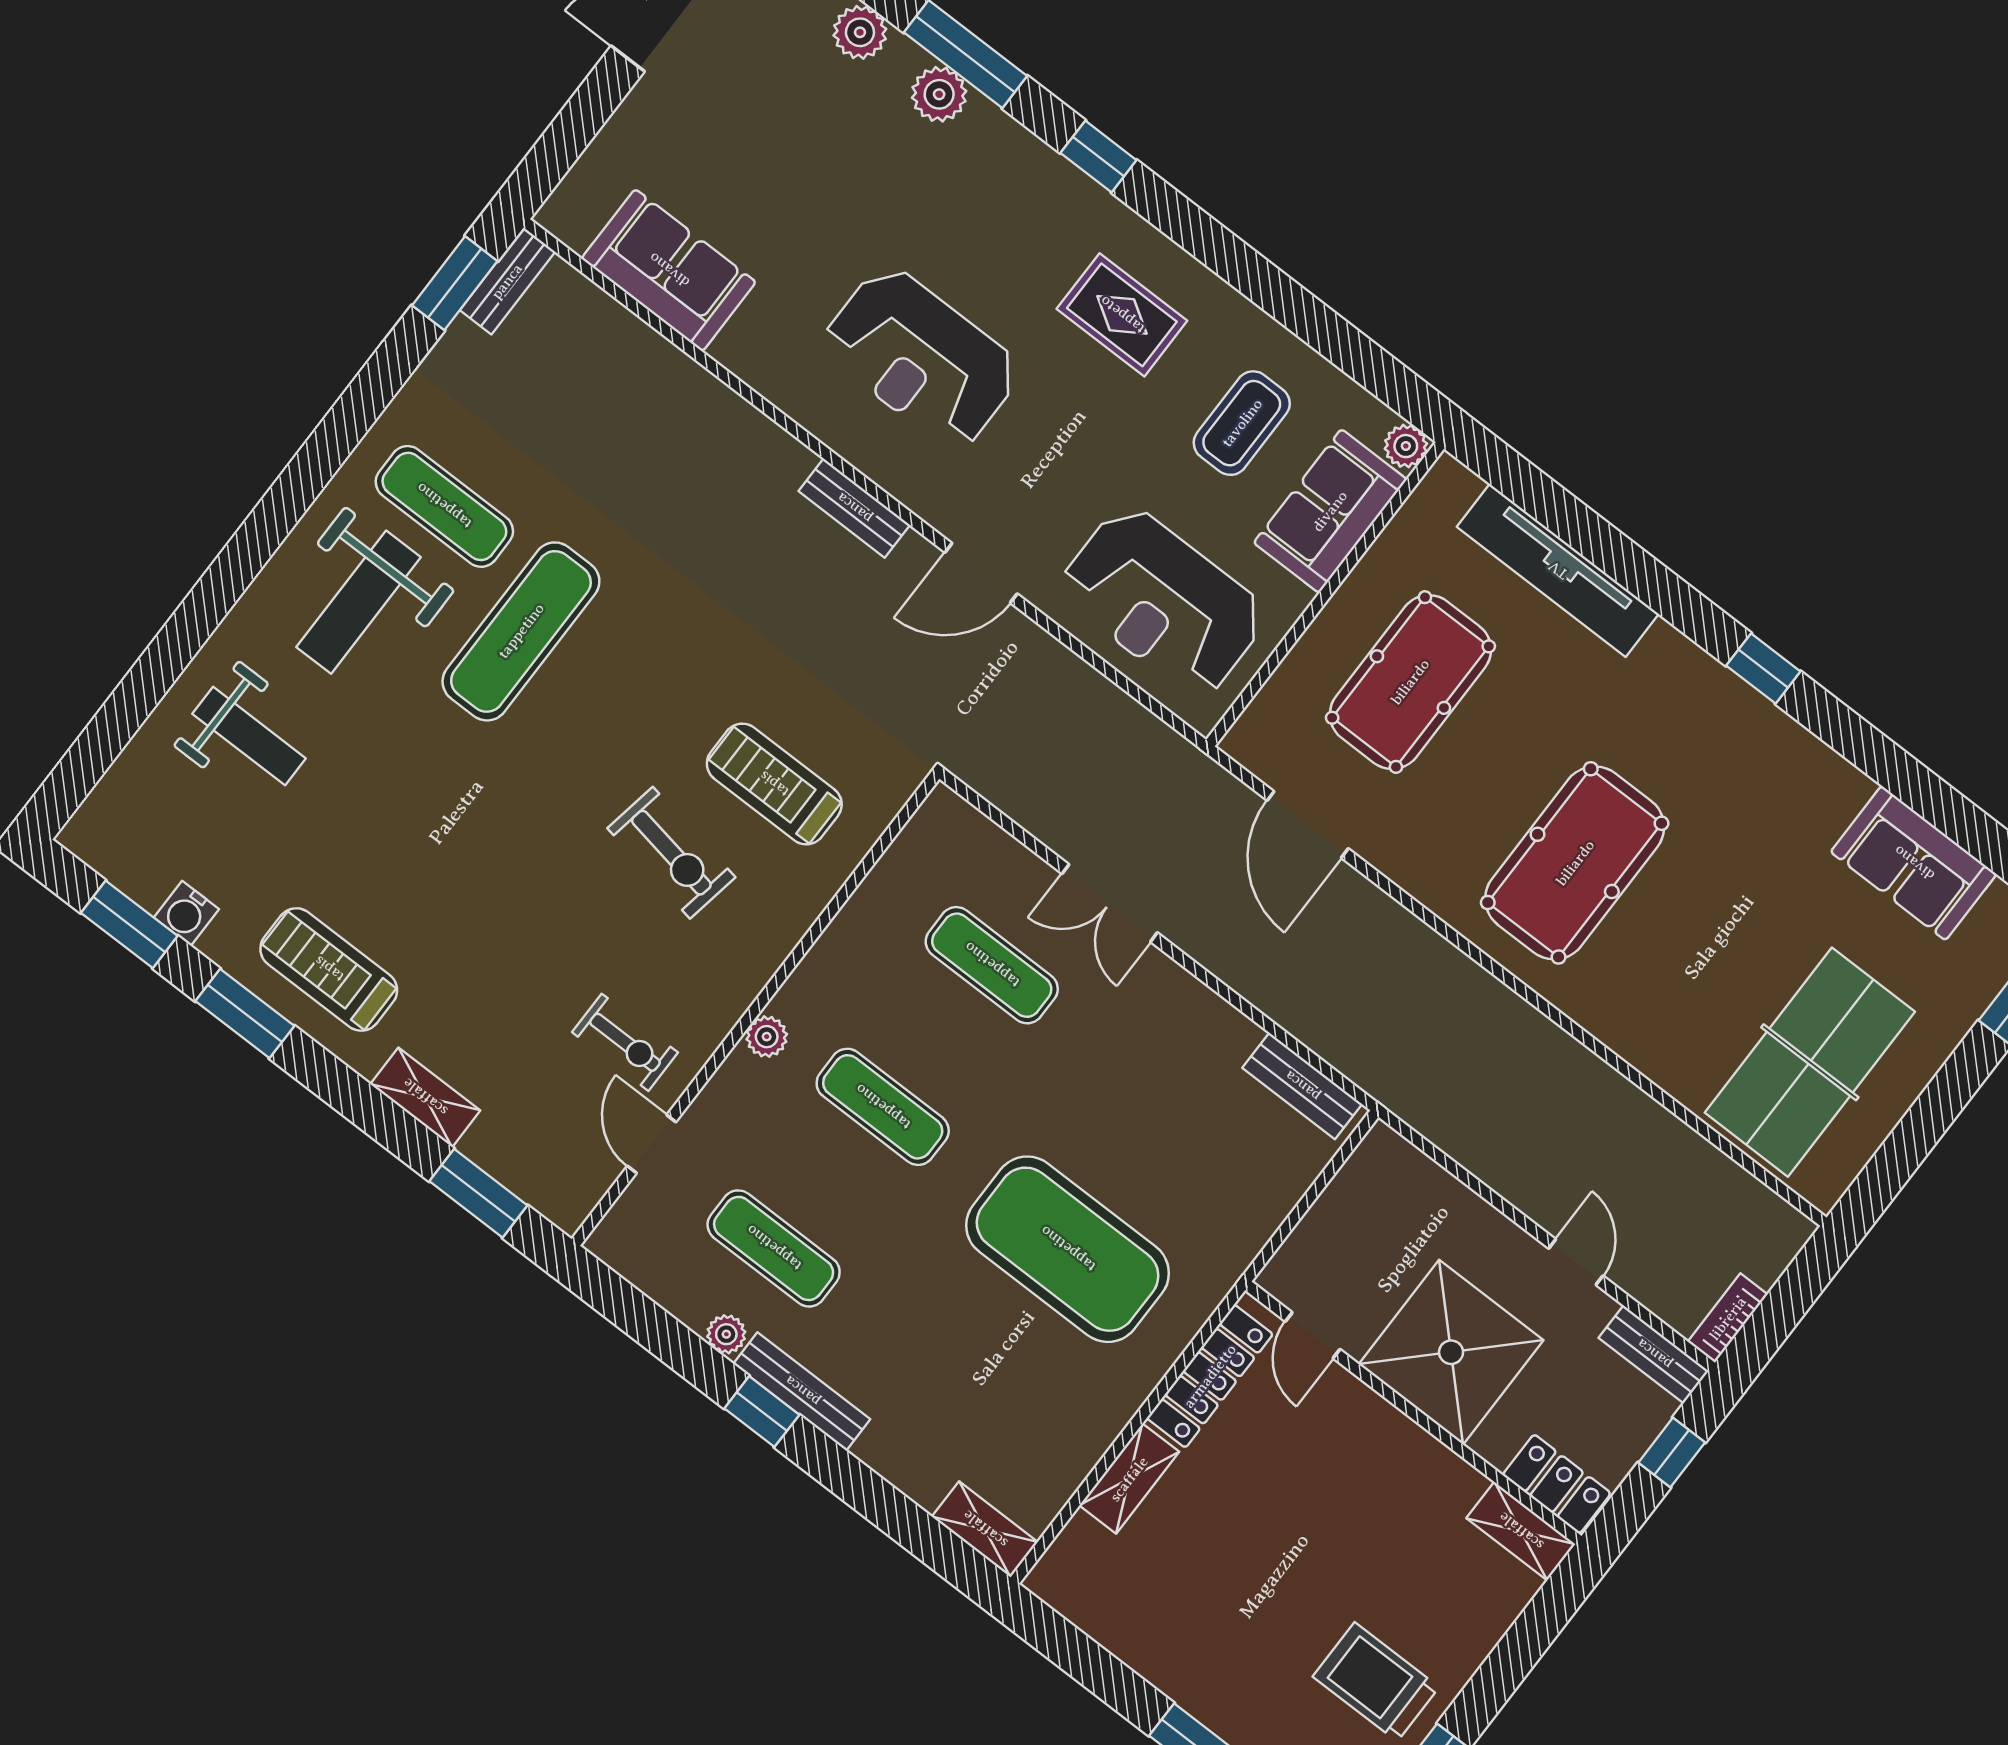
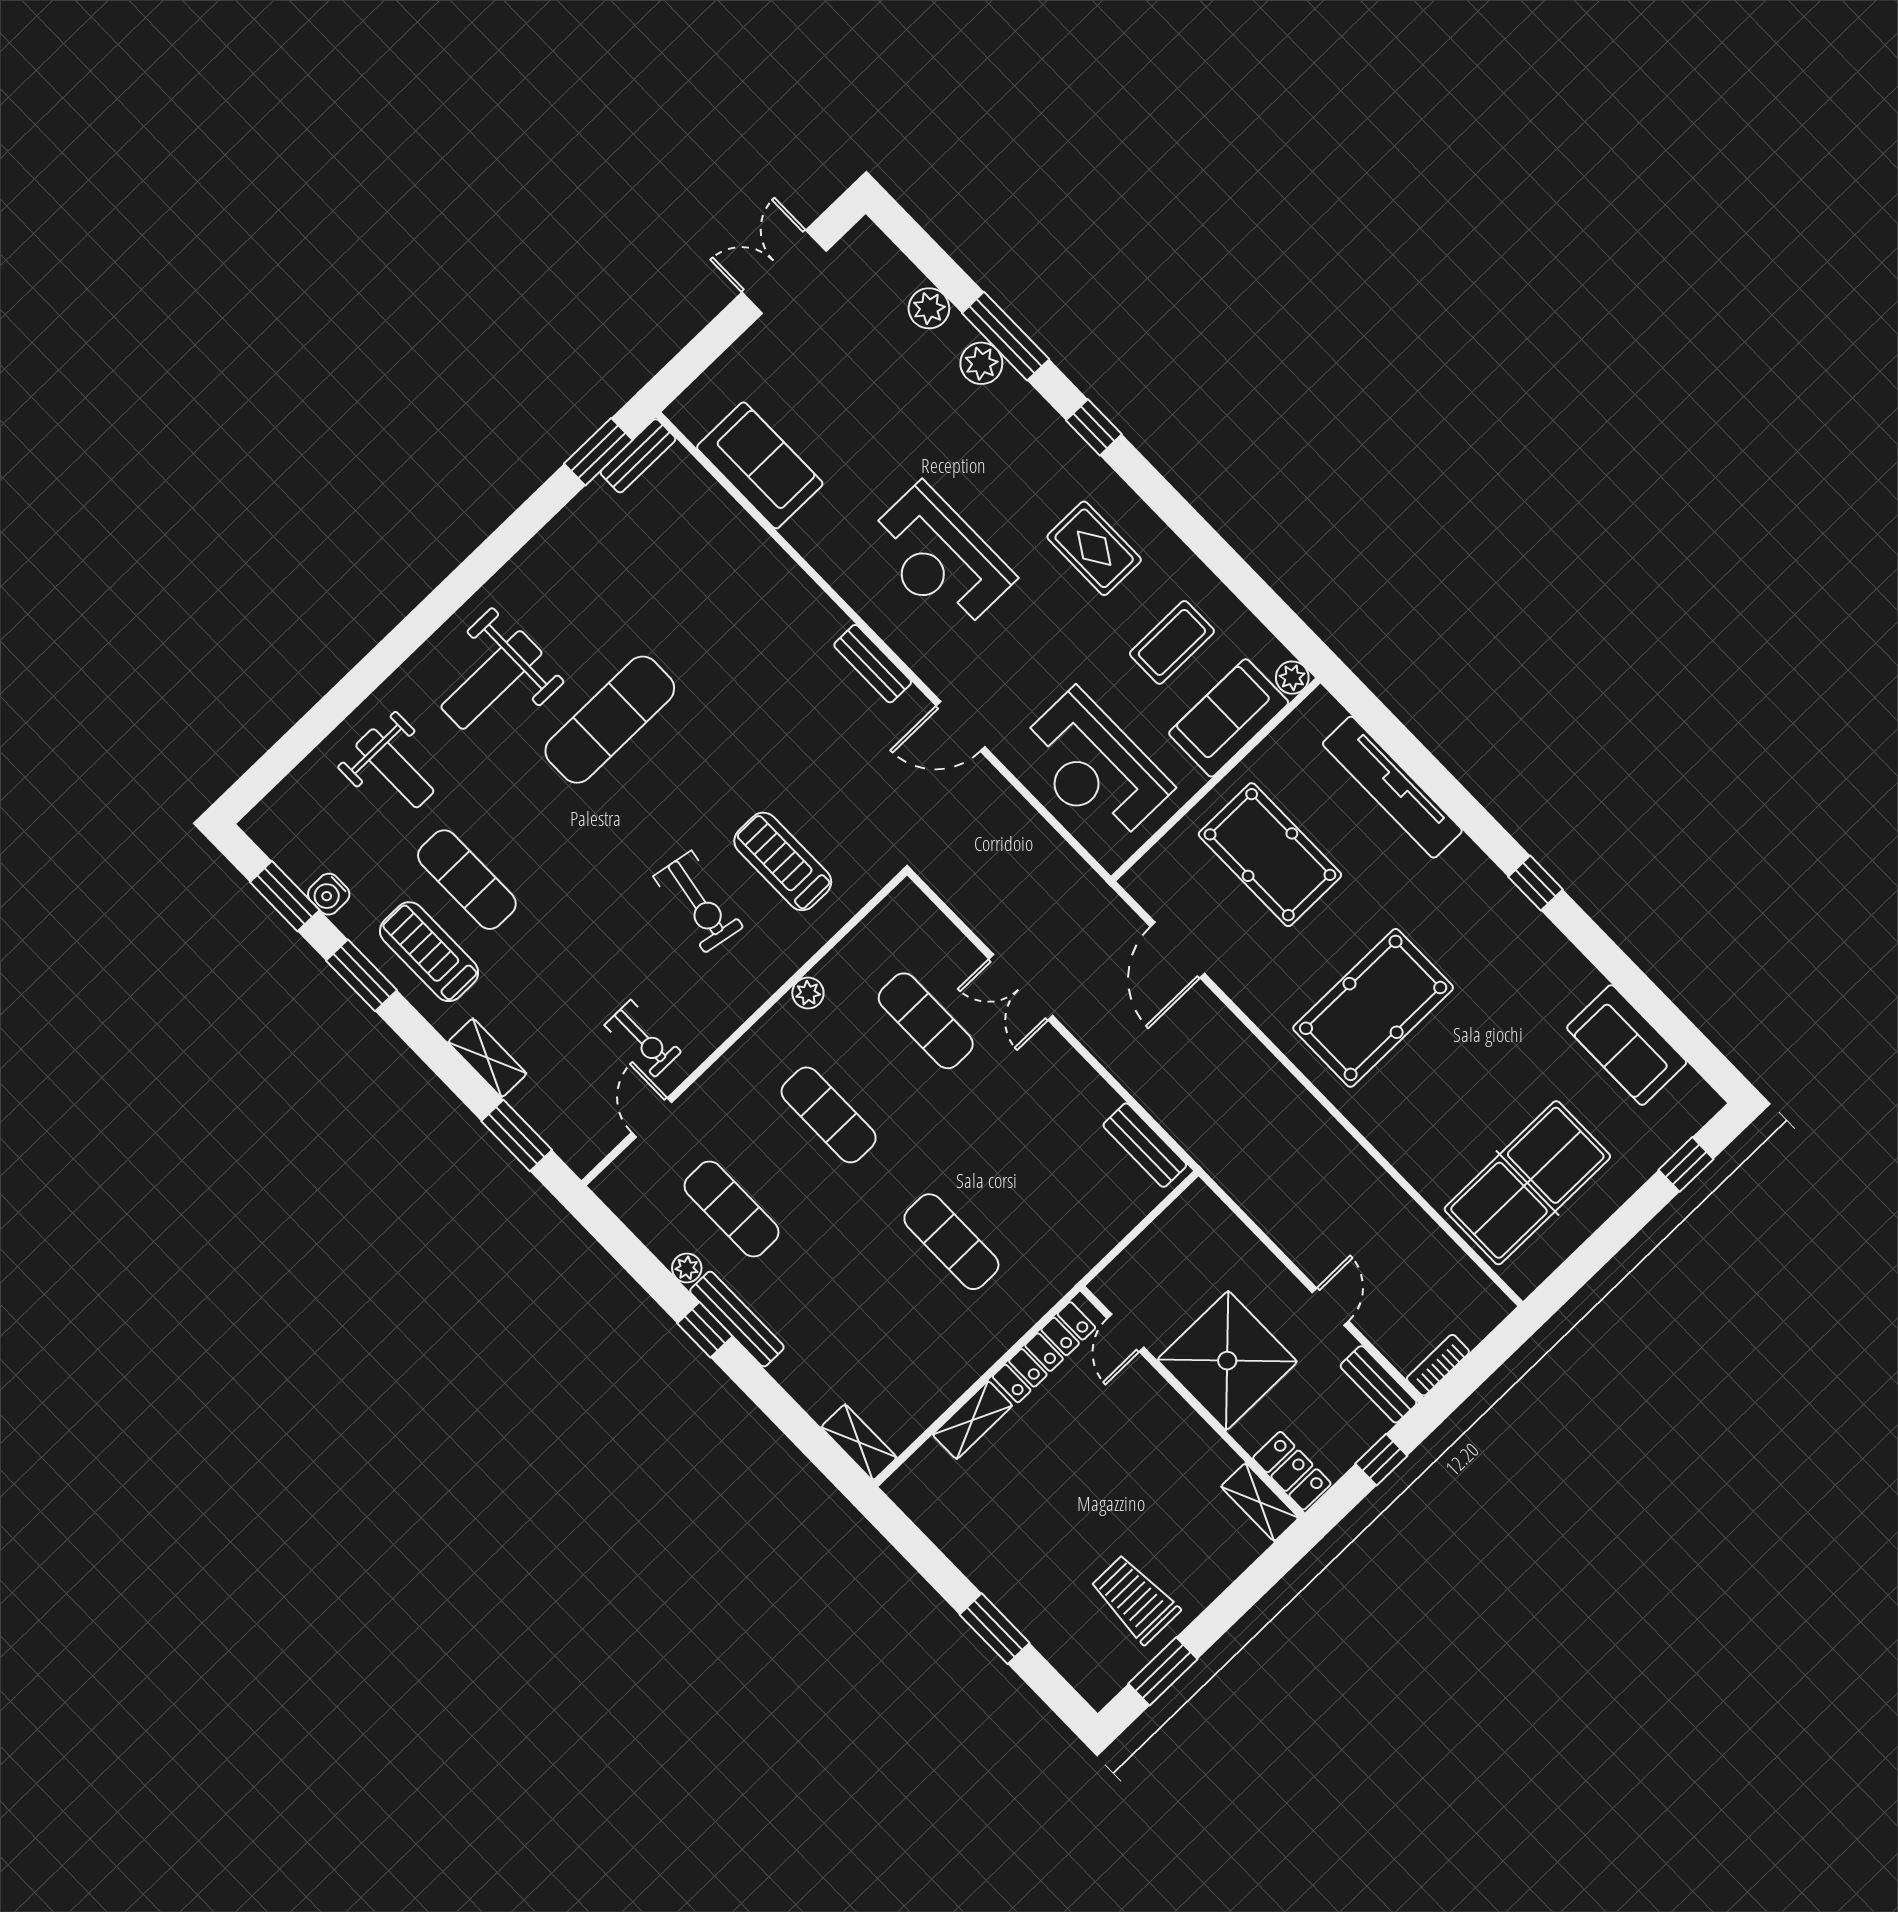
exercise mat: (444, 506) -> (467, 880), moved
pool table: (1410, 682) -> (1270, 855), turned 90
plant: (767, 1037) -> (808, 993), moved
exercise mat: (1068, 1249) -> (951, 1242), width x0.50, depth x0.69

